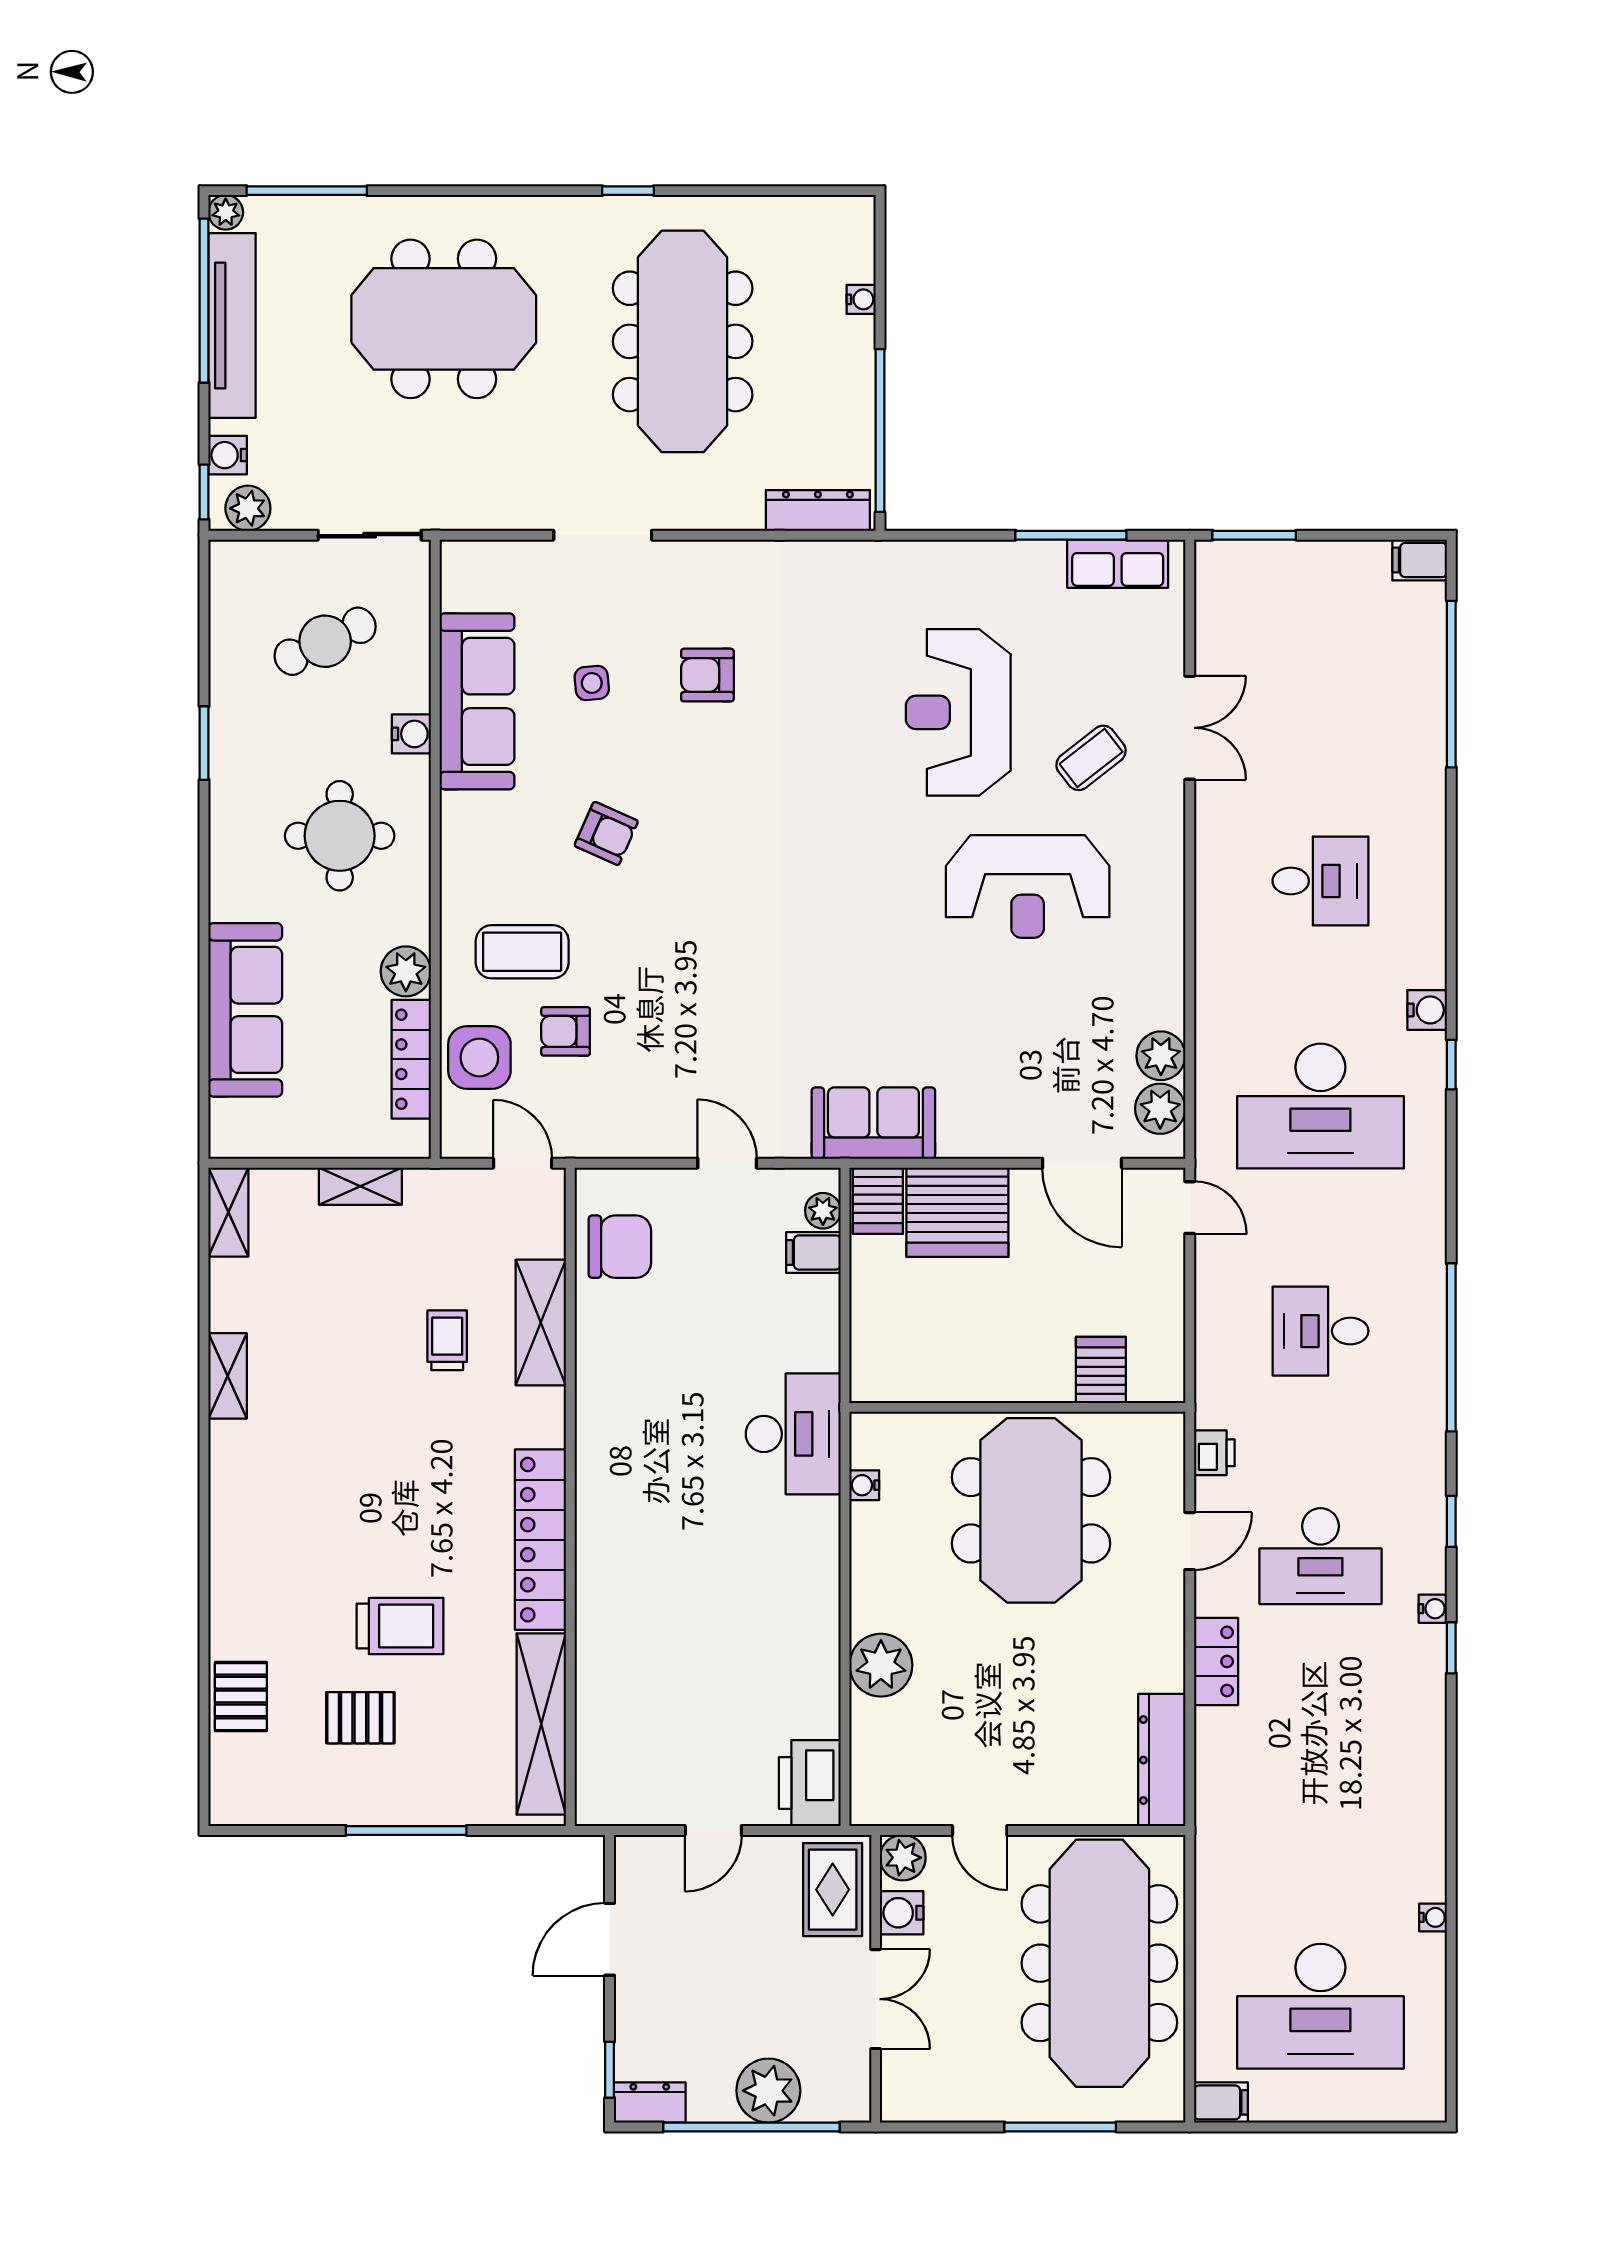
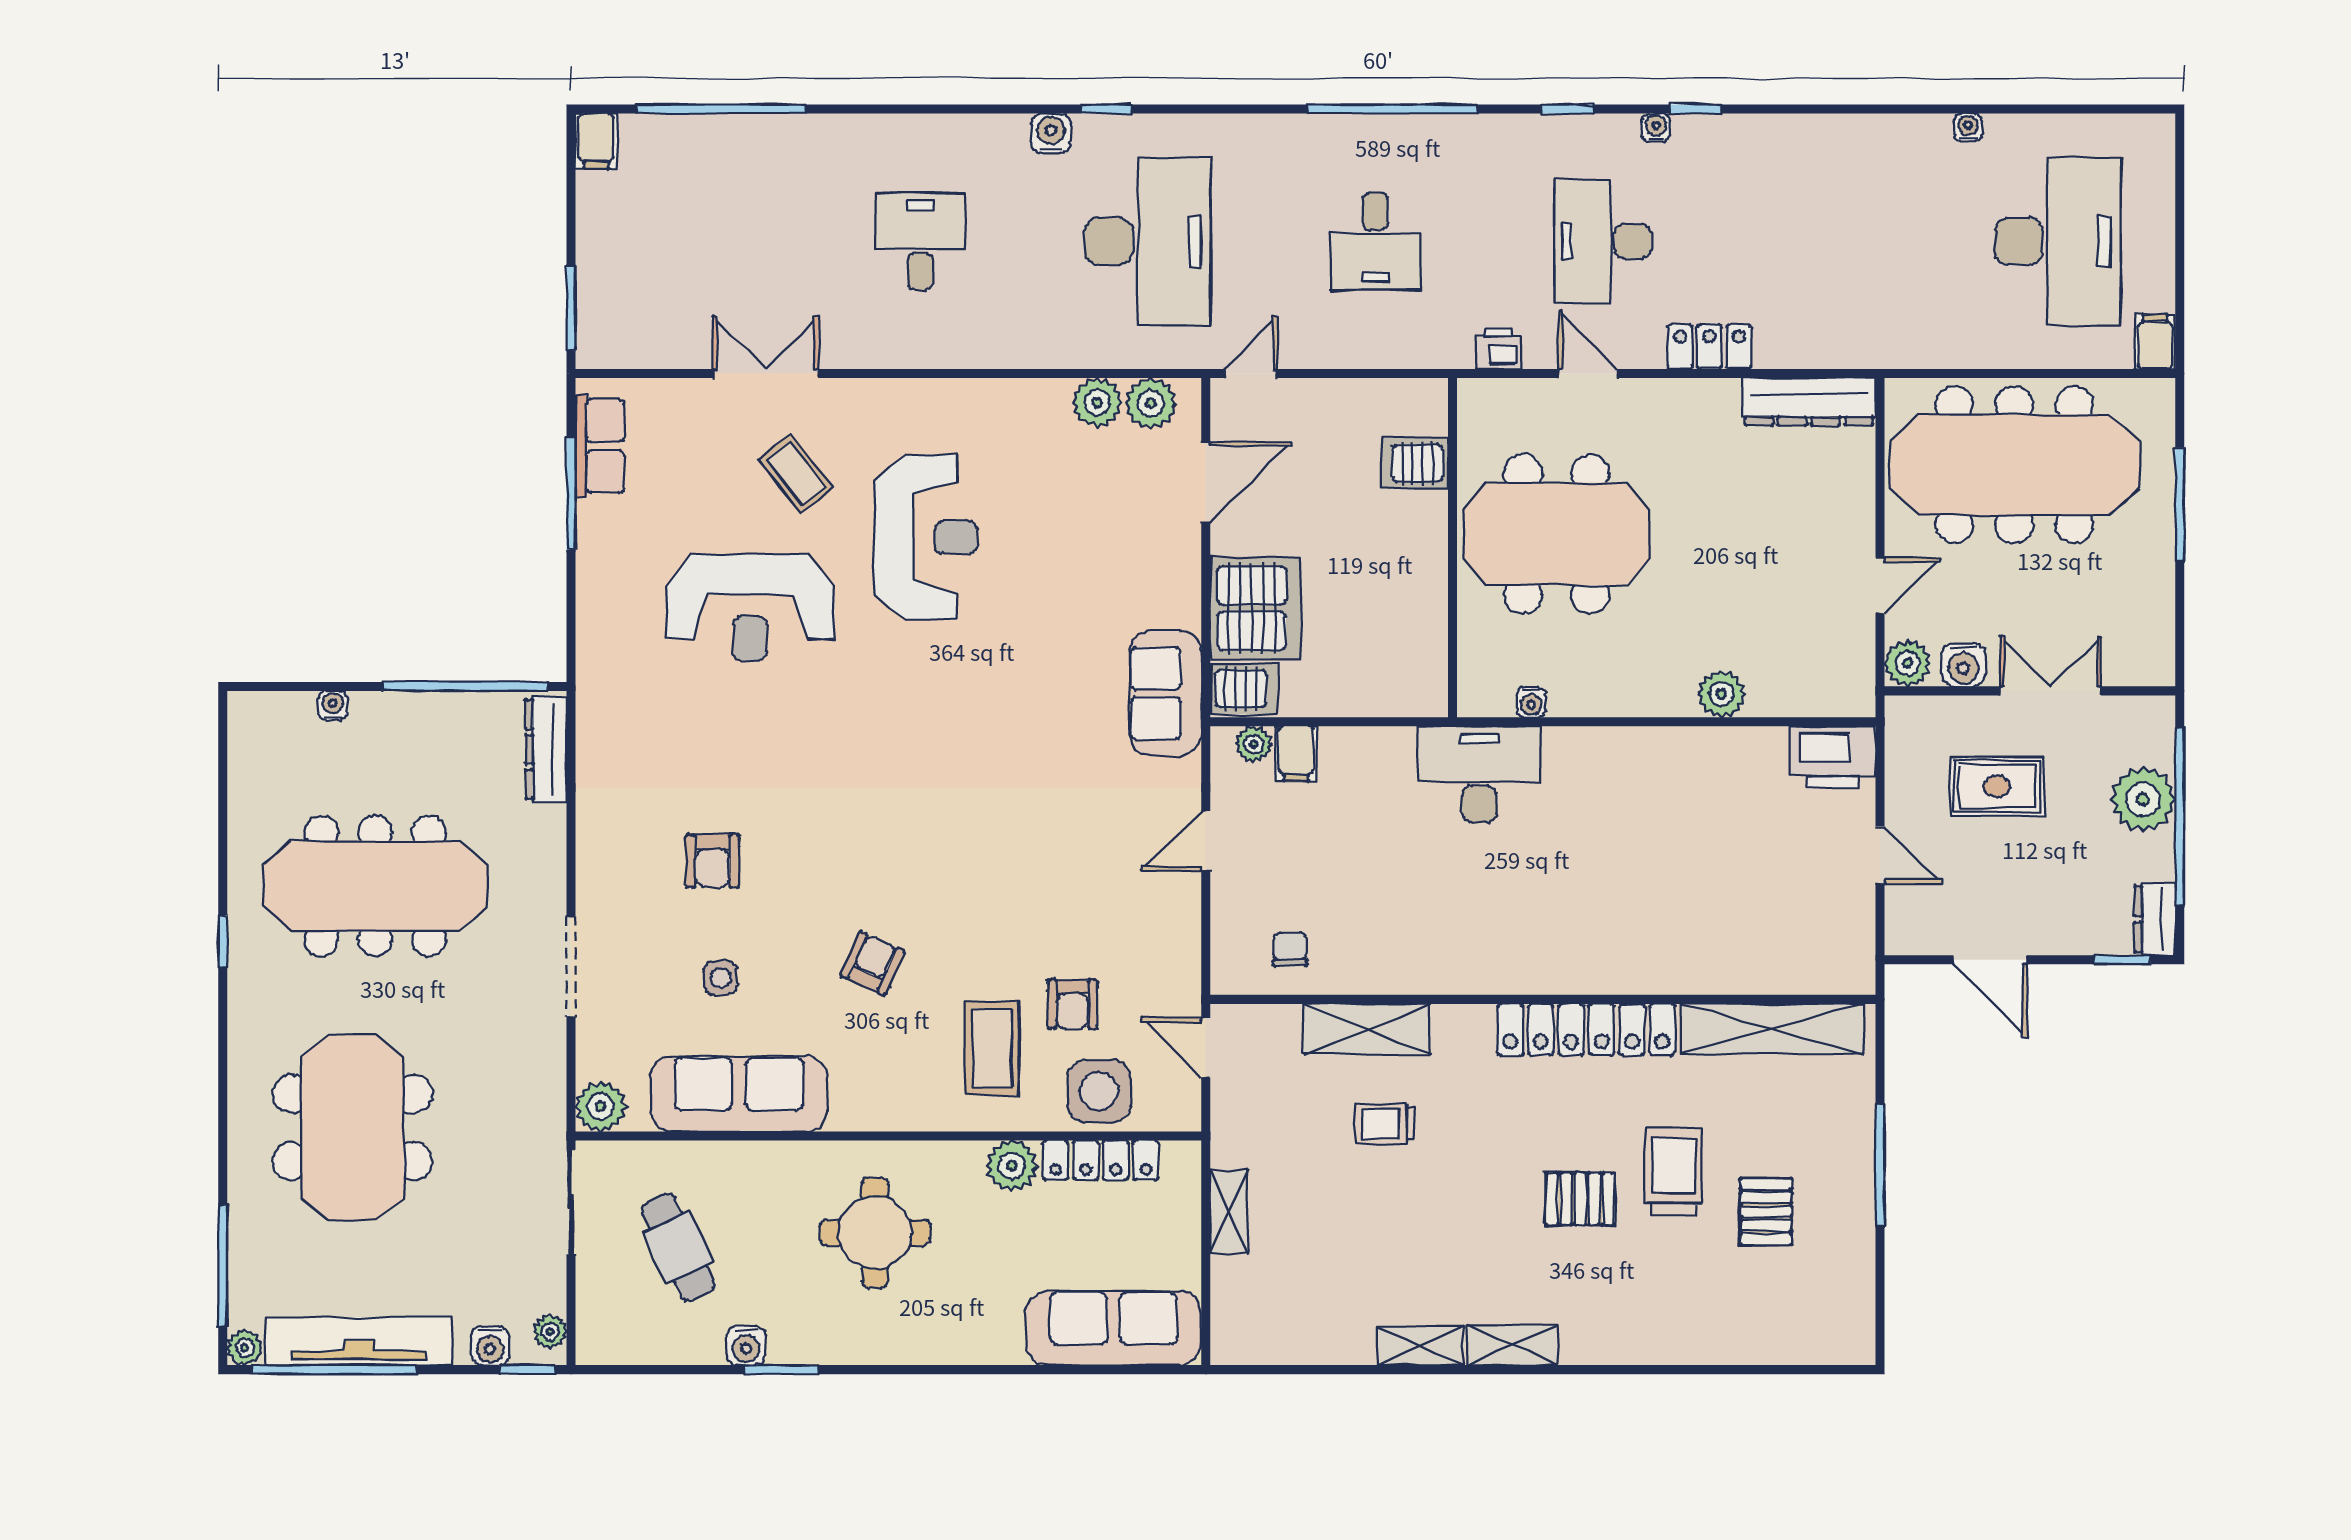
plant: (248, 508) -> (550, 1331), width x0.73, depth x0.73
plant: (464, 564) -> (601, 1106), added
water cooler: (411, 734) -> (746, 1346), moved, turned 180
sofa: (245, 1010) -> (1114, 1328), moved
door: (523, 1163) -> (1206, 1048), hinge flipped
shelving: (228, 1212) -> (1512, 1345), moved
chair: (620, 1247) -> (1290, 949), width x0.54, depth x0.54
desk: (1320, 1556) -> (1603, 241), turned 180
plant: (881, 1665) -> (1722, 694), width x0.73, depth x0.73
pallet: (241, 1697) -> (1580, 1199), moved
rug: (833, 1890) -> (1997, 787), moved

